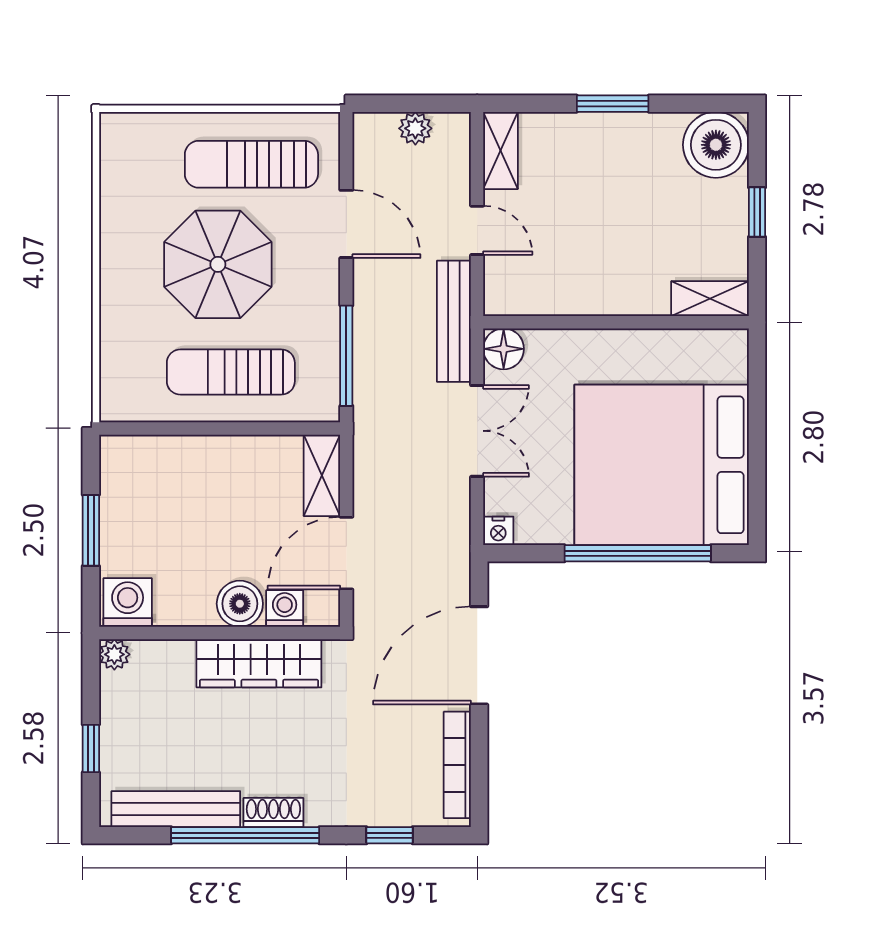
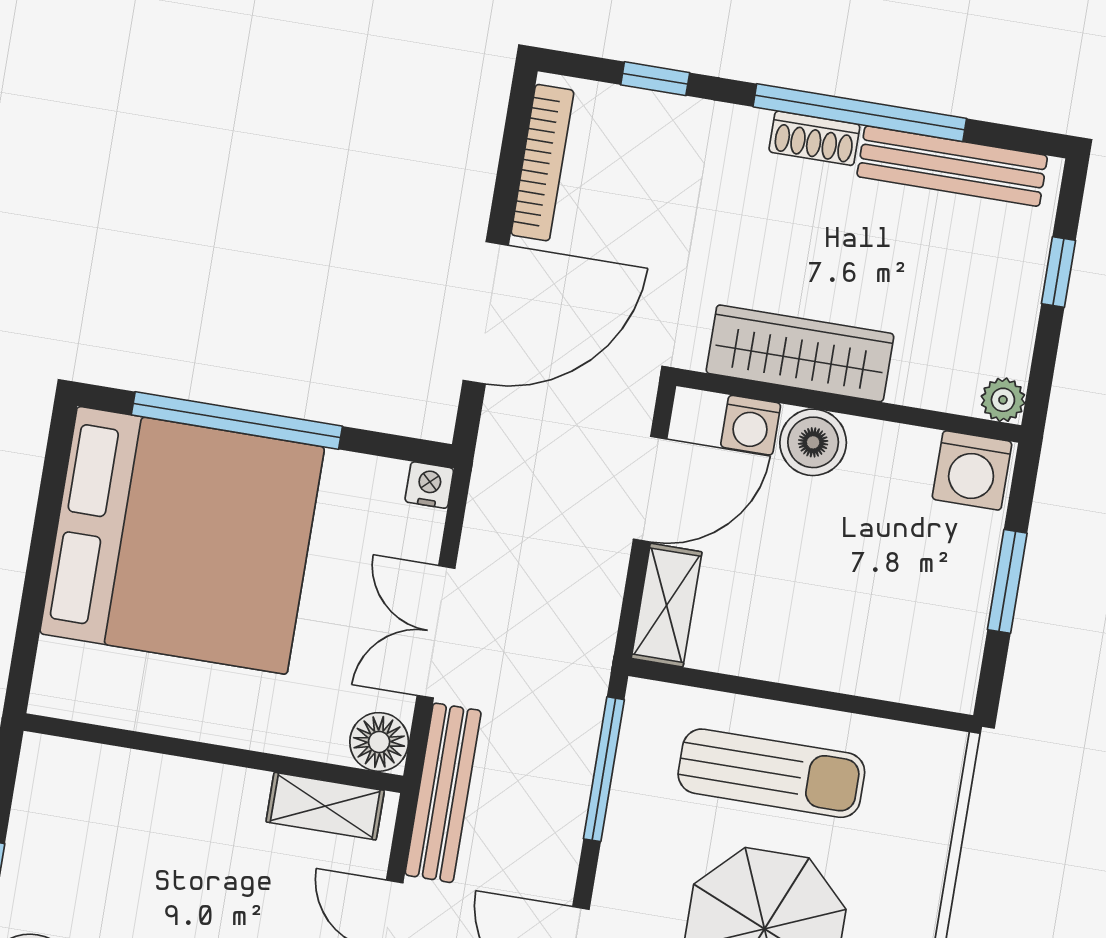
shelving: (710, 299) -> (325, 806), moved

